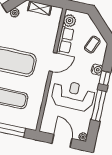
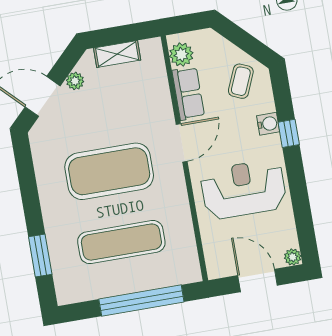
window: (99, 106) -> (298, 188), removed

